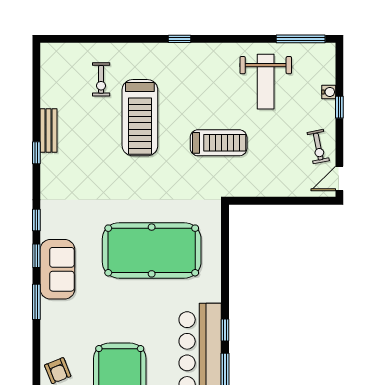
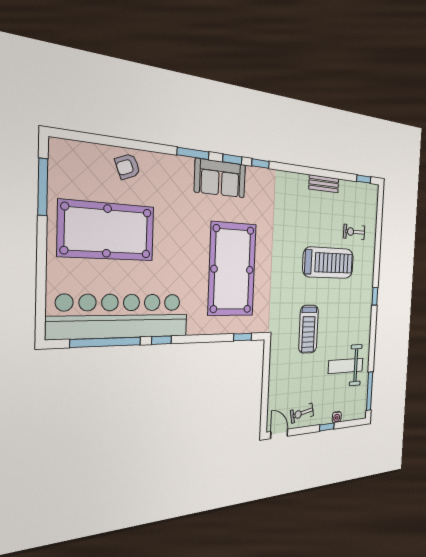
treadmill: (140, 118) -> (328, 263), turned 180
window: (36, 153) -> (364, 179), moved
window: (225, 234) -> (243, 337), added

